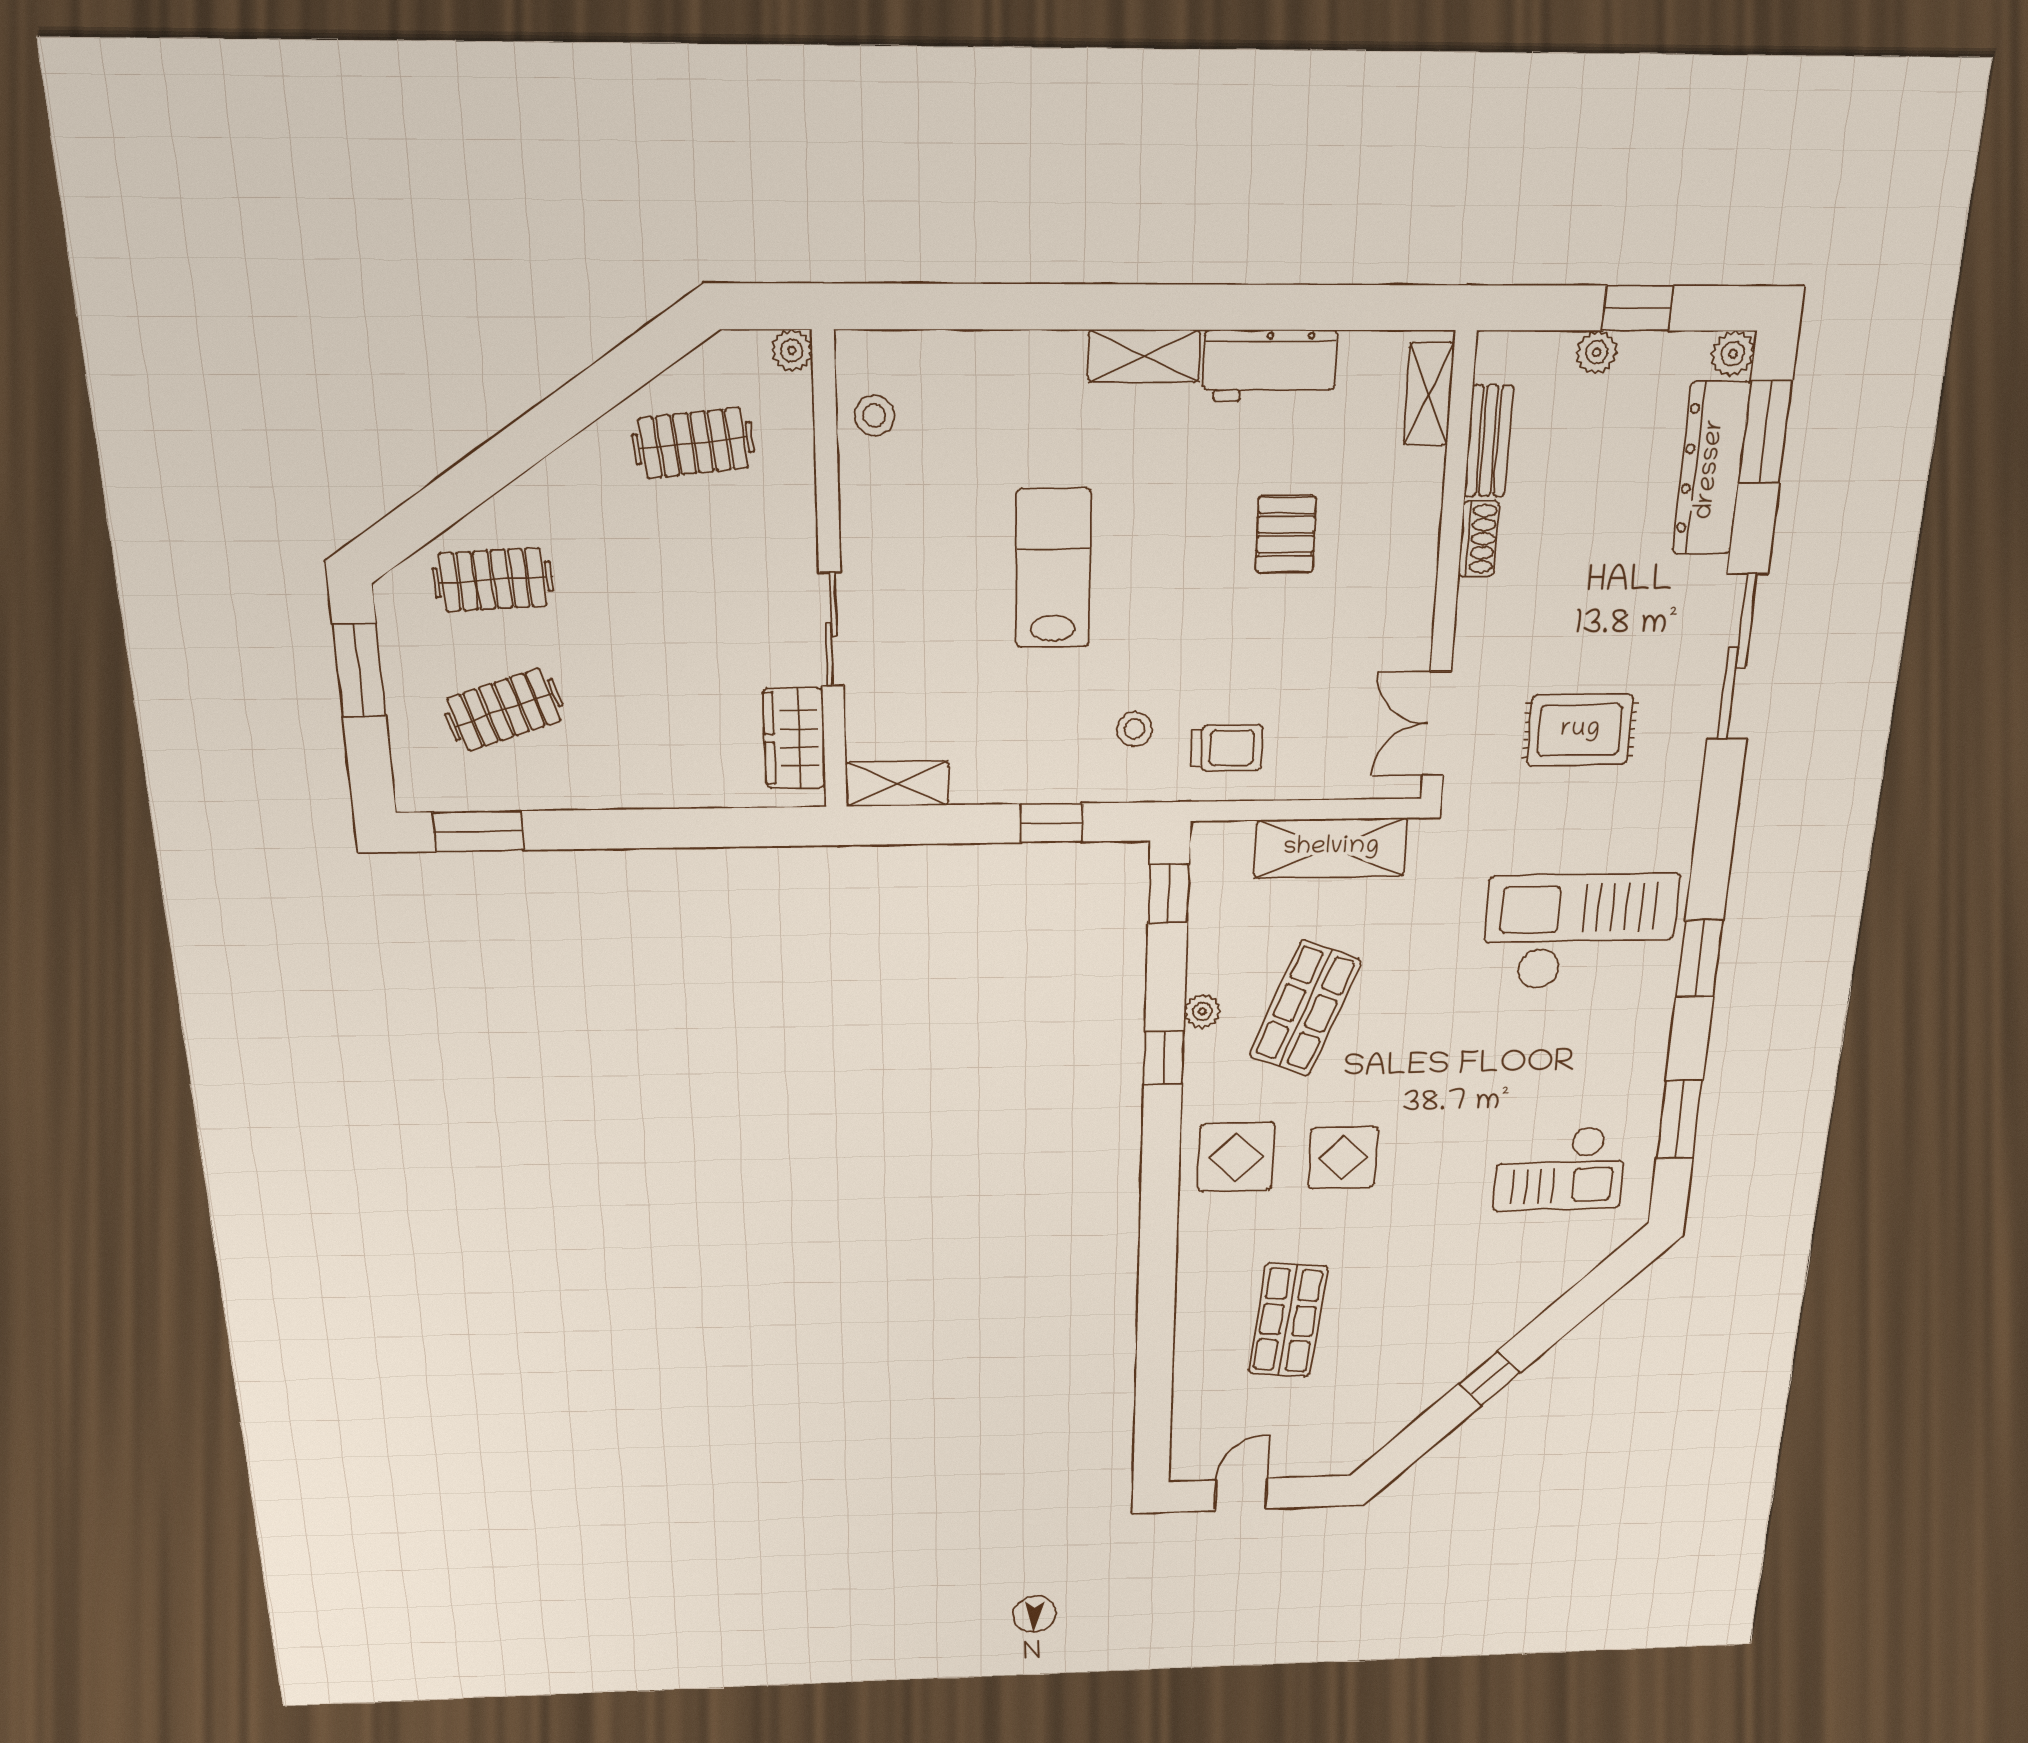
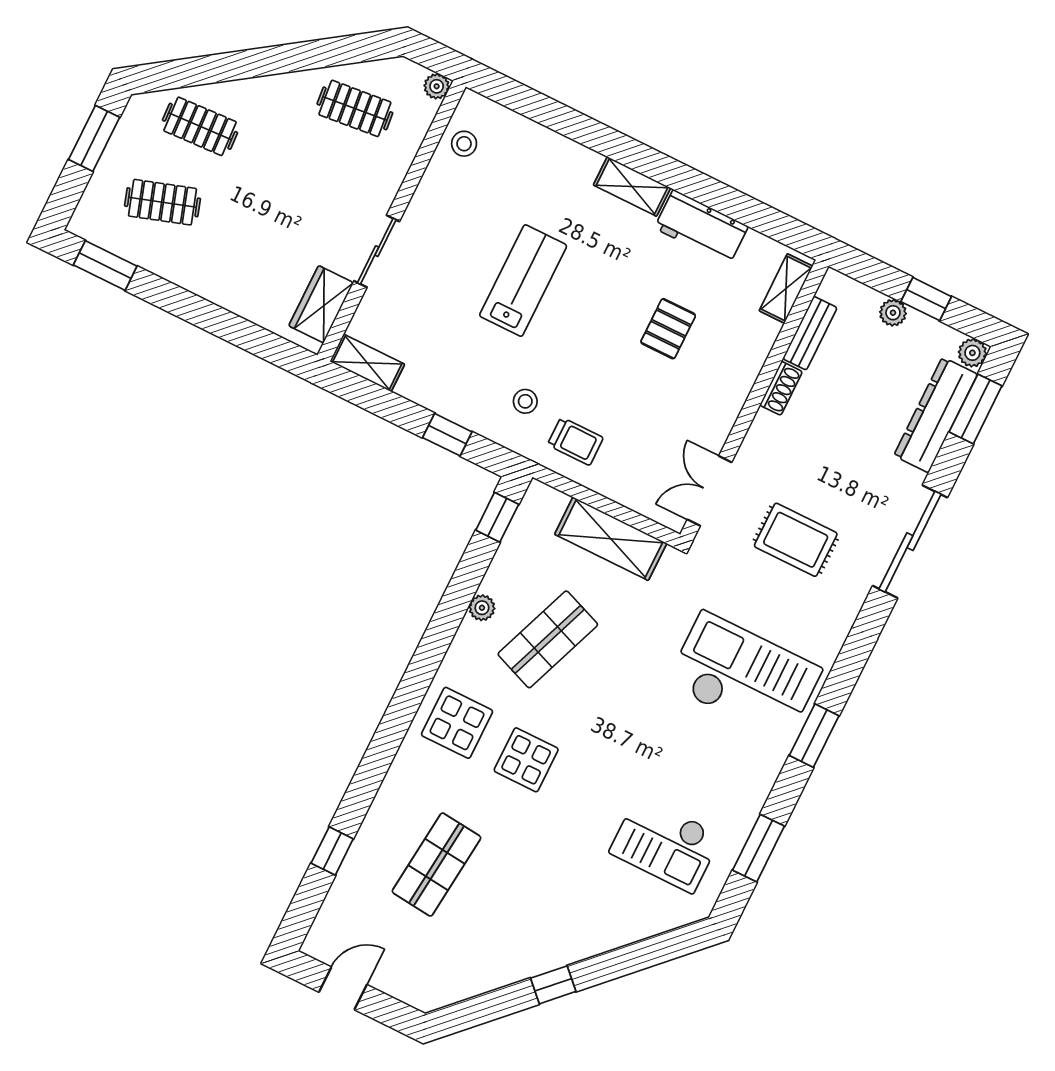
window: (1164, 1058) -> (332, 851), moved

